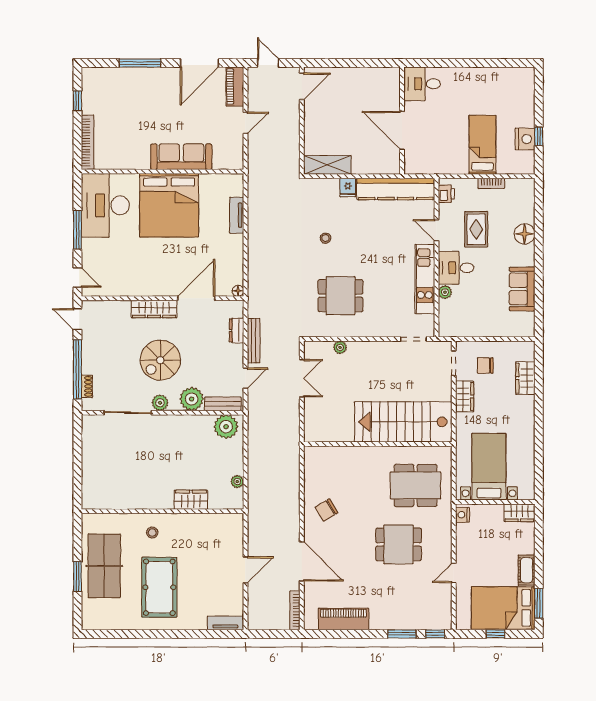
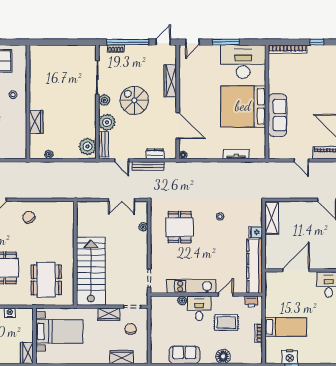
wardrobe: (154, 309) -> (170, 81), moved
nightstand: (462, 515) -> (10, 313), moved

